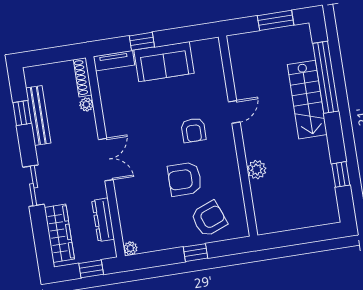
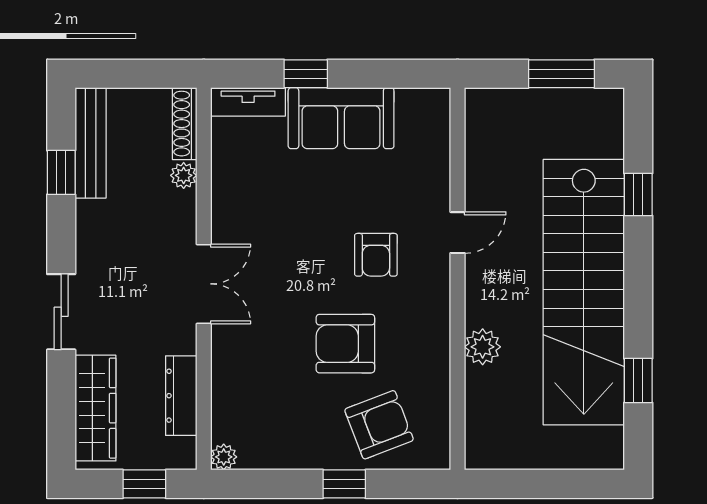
window: (326, 77) -> (638, 195), width x0.32
stairs: (307, 100) -> (584, 292), width x1.86, depth x1.51
bench: (38, 116) -> (91, 143), moved

